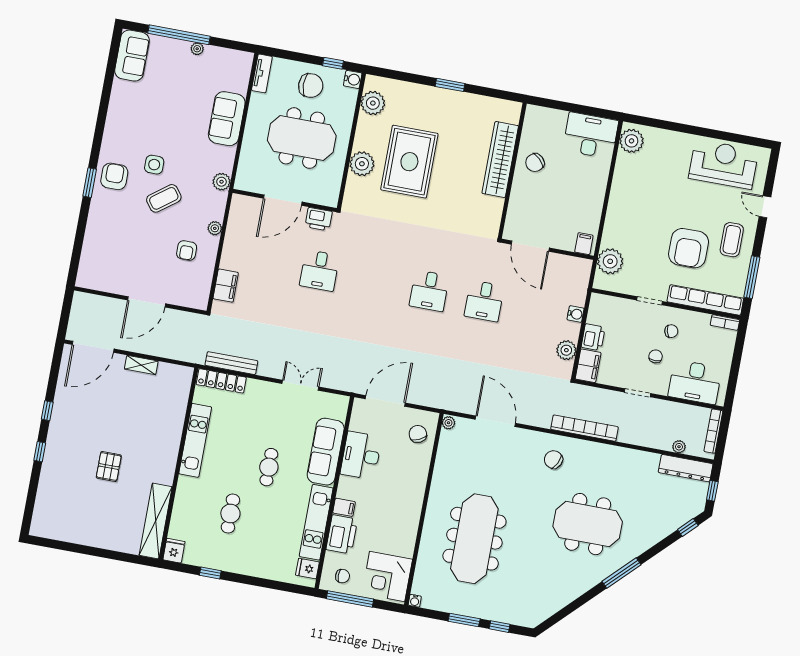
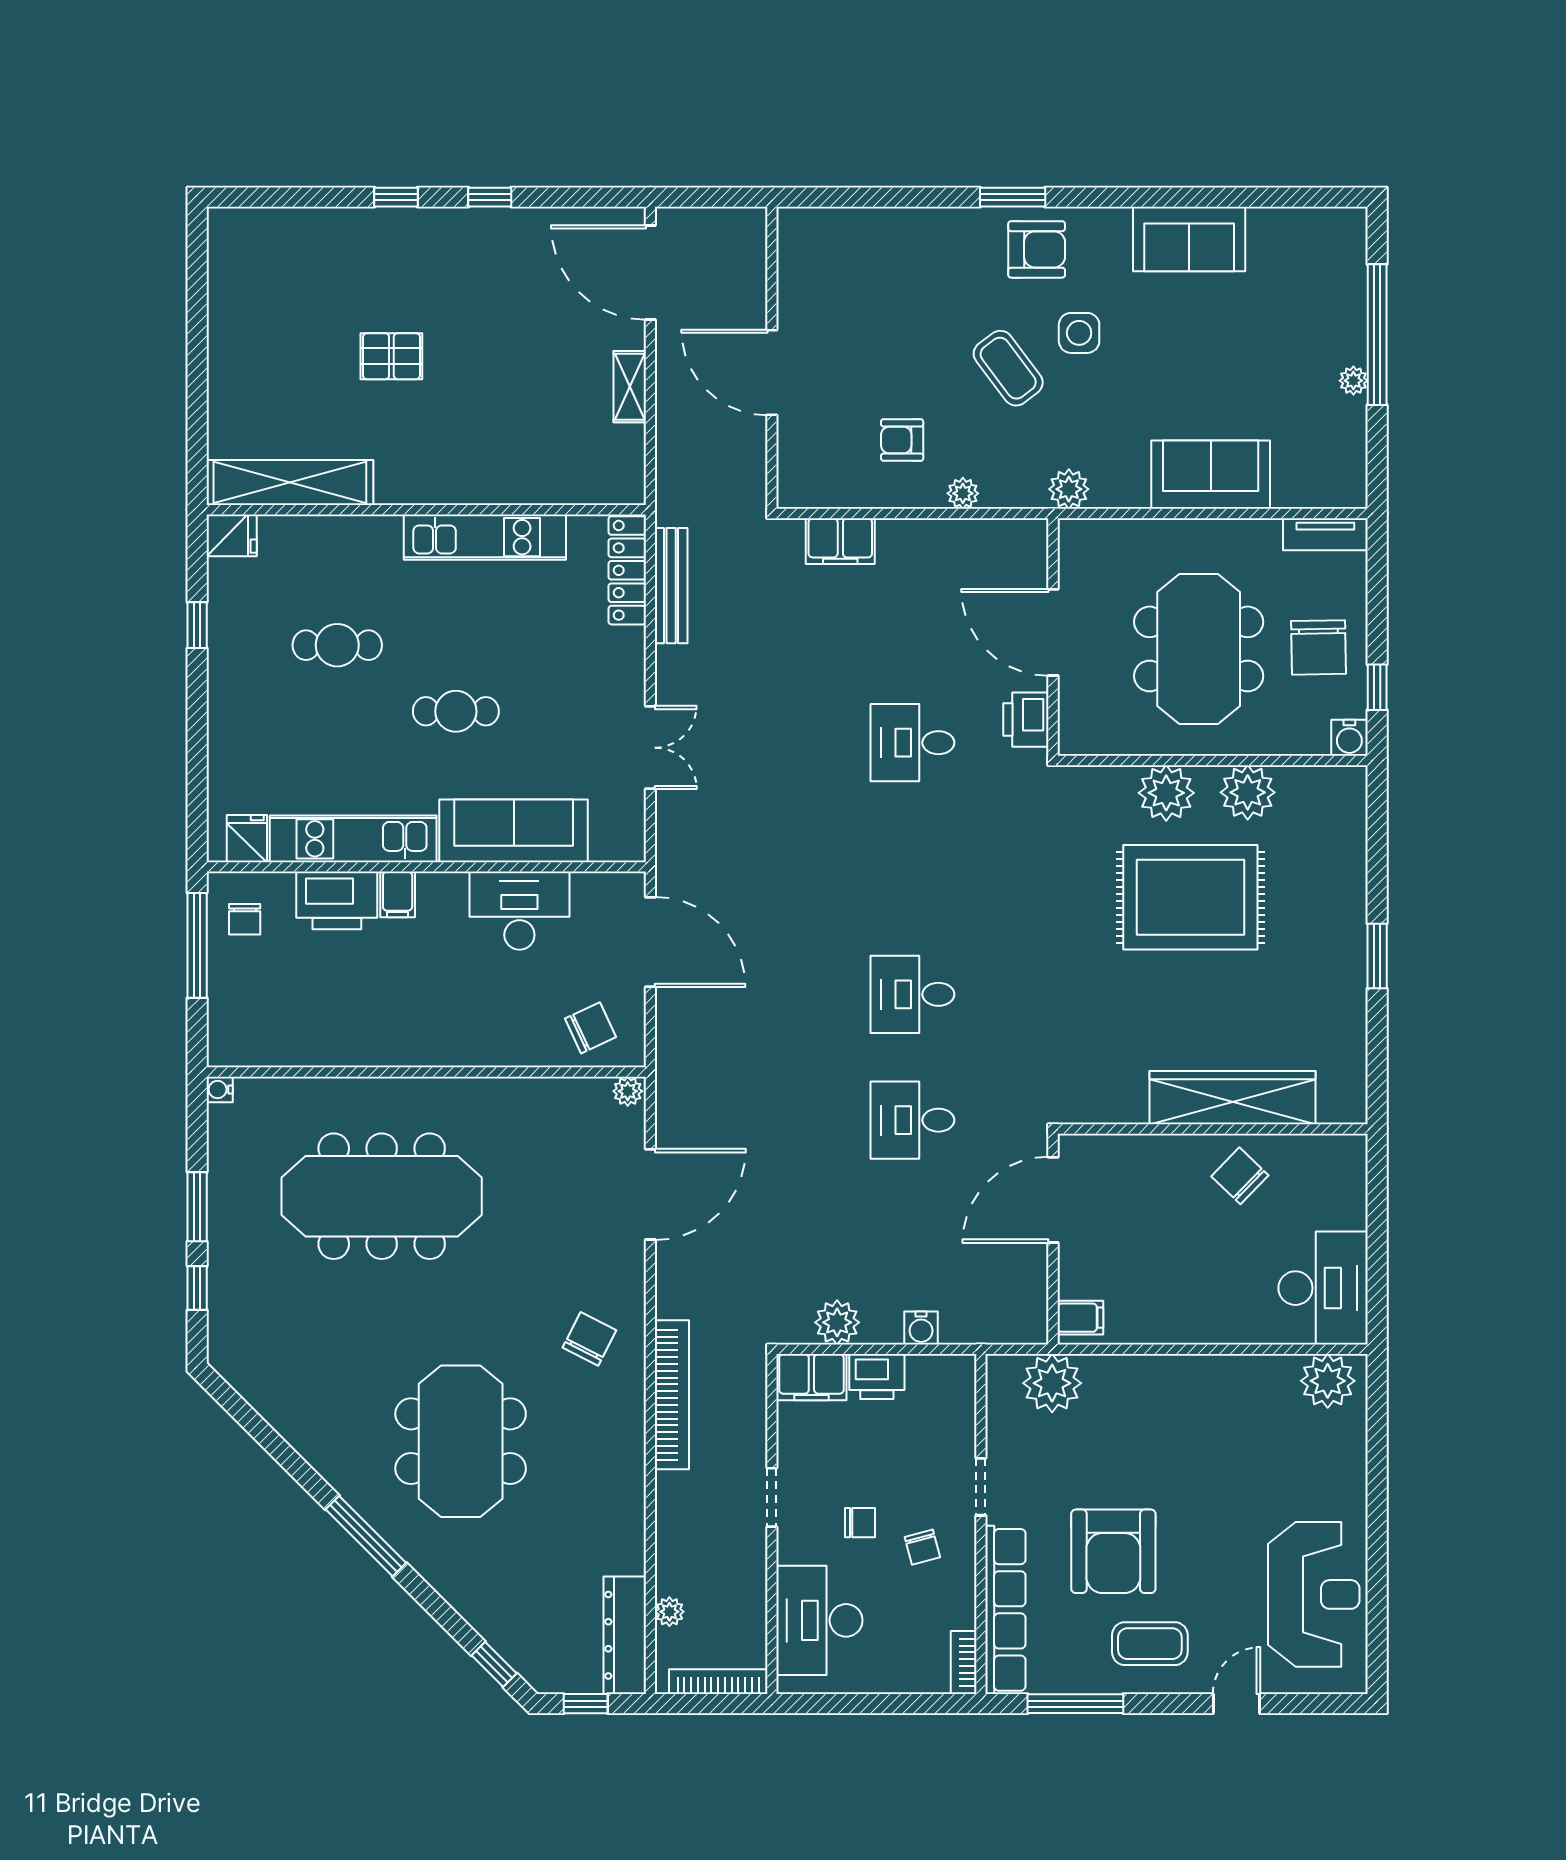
sofa: (132, 56) -> (1189, 239), moved
plant: (373, 103) -> (1248, 792), moved
armchair: (689, 248) -> (1113, 1551), turned -90
corner desk: (387, 577) -> (262, 1018), removed

